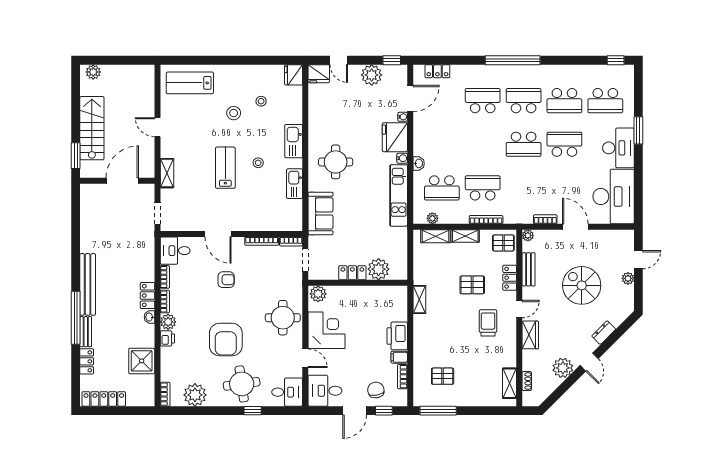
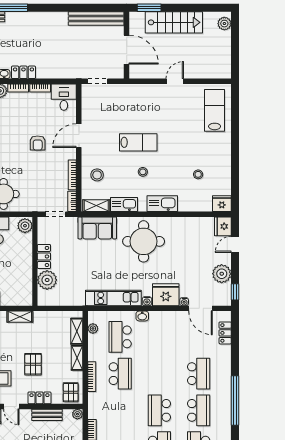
stool: (234, 113) -> (97, 175), moved
round table: (336, 162) -> (144, 241), width x1.36, depth x1.36
shelving: (167, 173) -> (96, 206), moved
bench: (88, 284) -> (96, 18), moved

